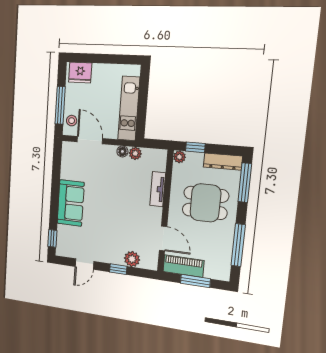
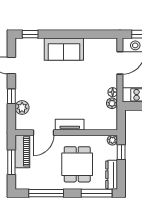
tv unit: (158, 189) -> (70, 125), moved

